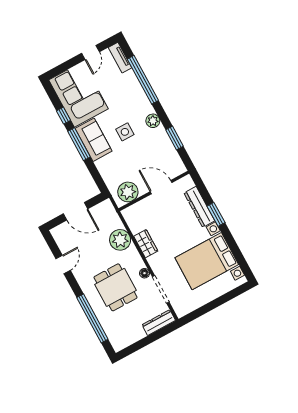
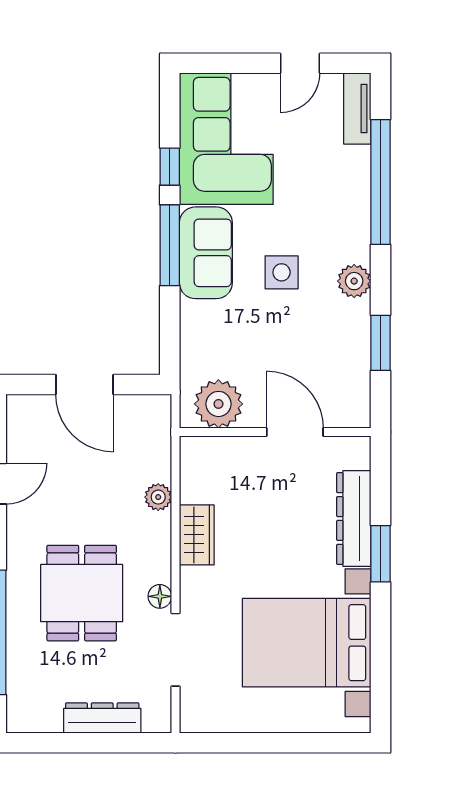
plant: (120, 240) -> (158, 497), width x0.53, depth x0.53
dresser: (159, 323) -> (102, 718), moved

